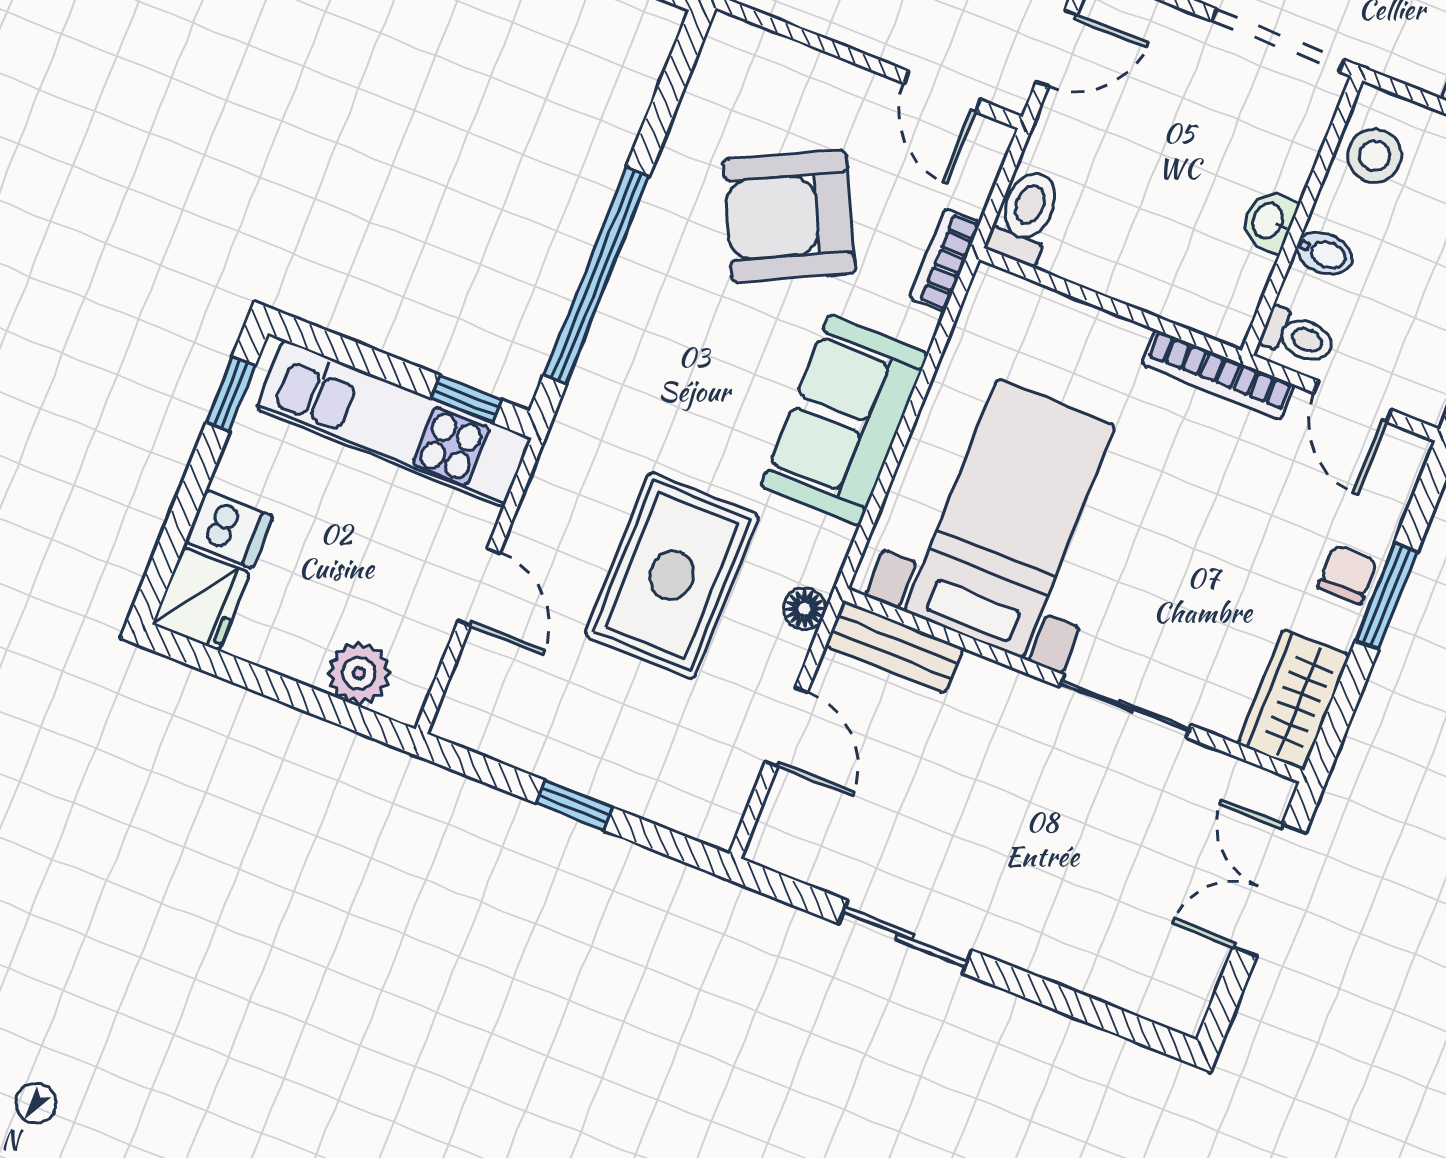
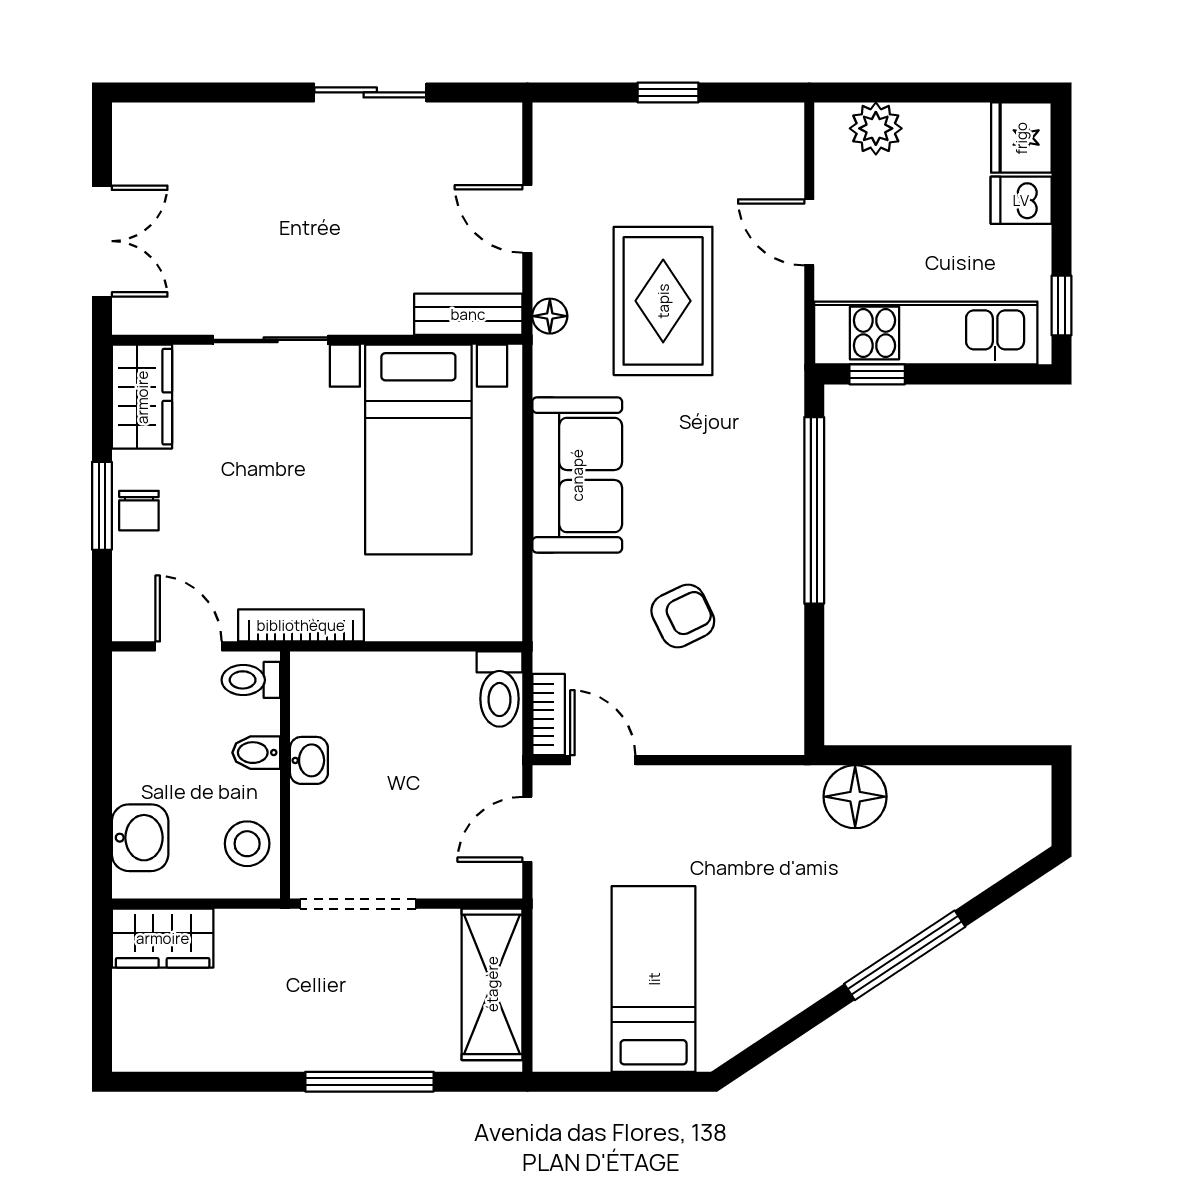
armchair: (789, 216) -> (683, 616), width x0.53, depth x0.53
bookcase: (945, 260) -> (549, 715), moved

